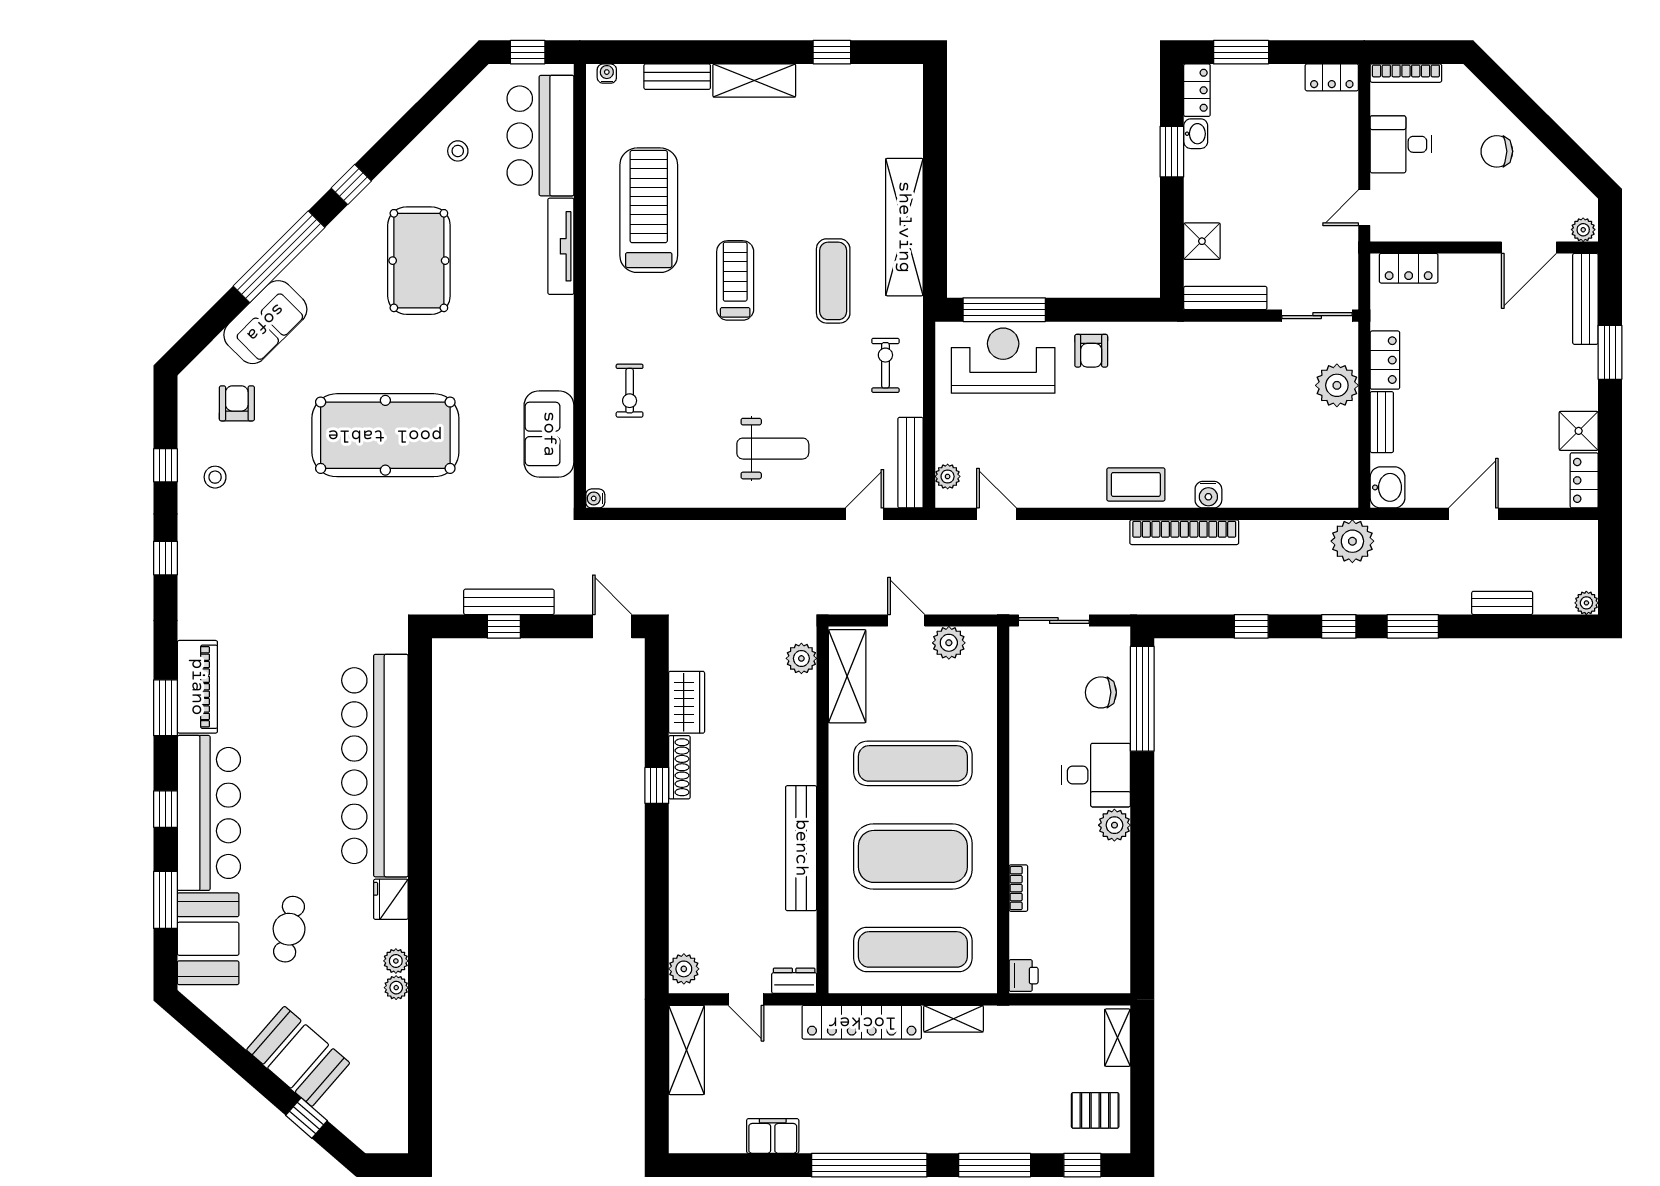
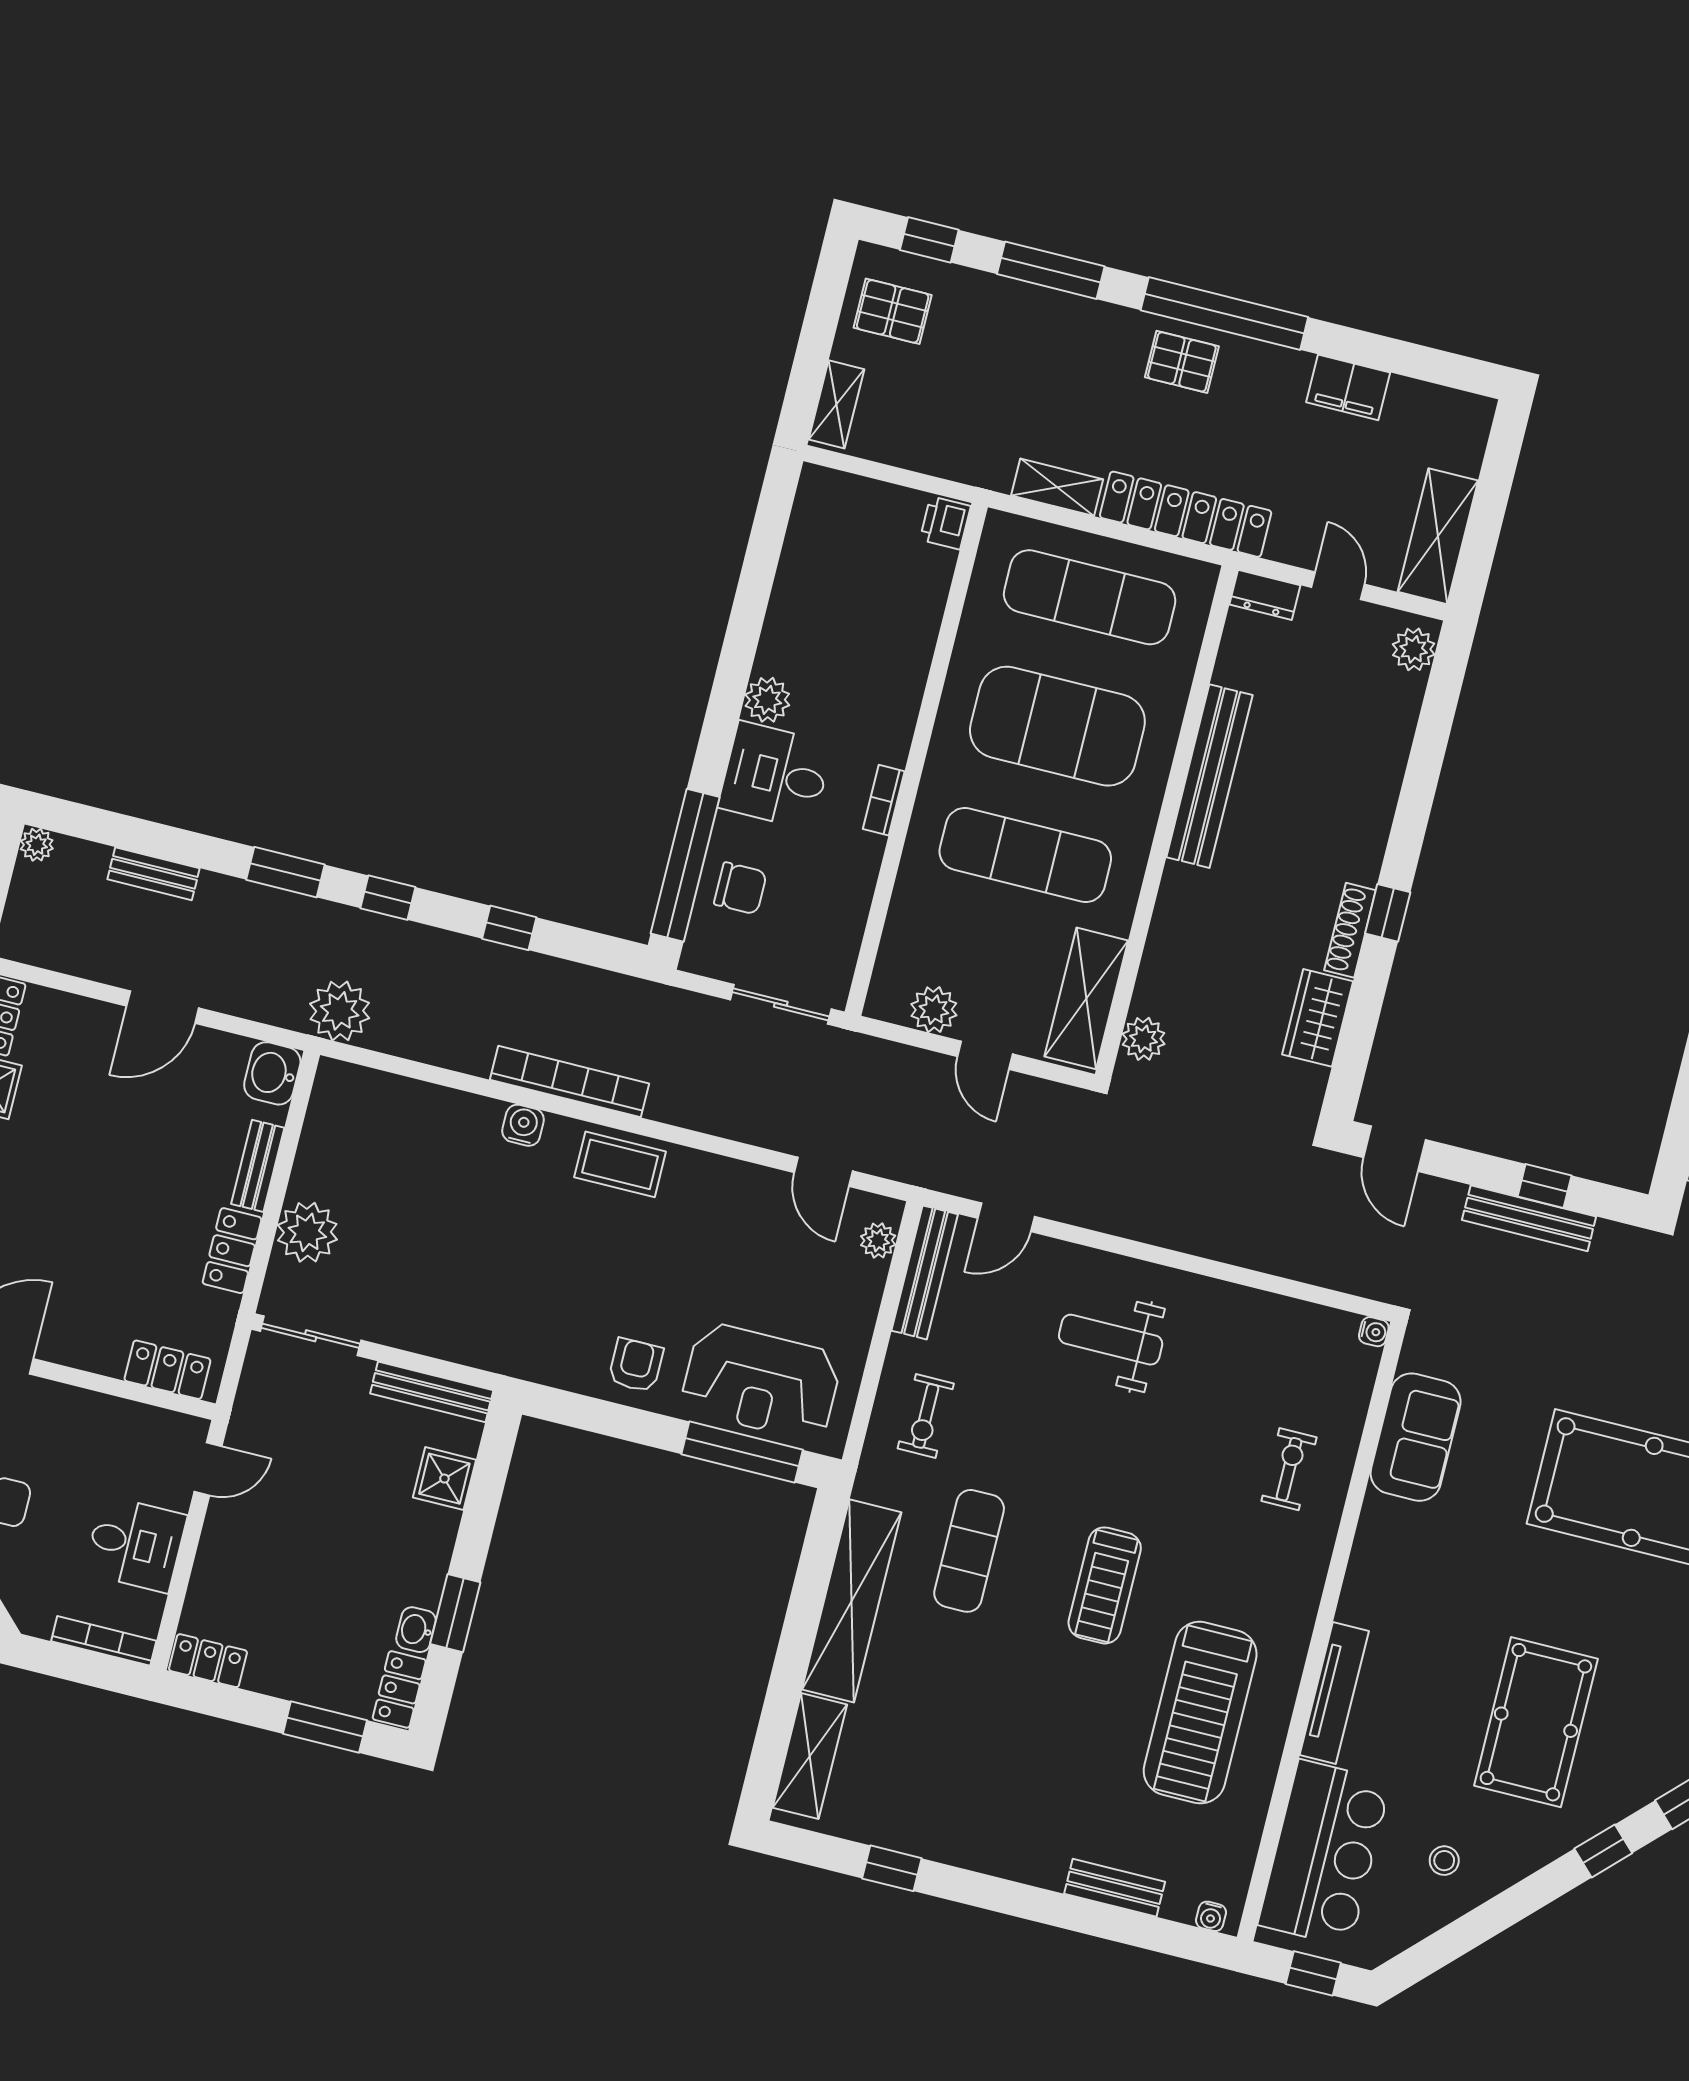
shelving: (754, 81) -> (810, 1756), moved, turned 90
bookcase: (1018, 888) -> (884, 800), moved
pallet: (890, 1125) -> (1182, 362), added

